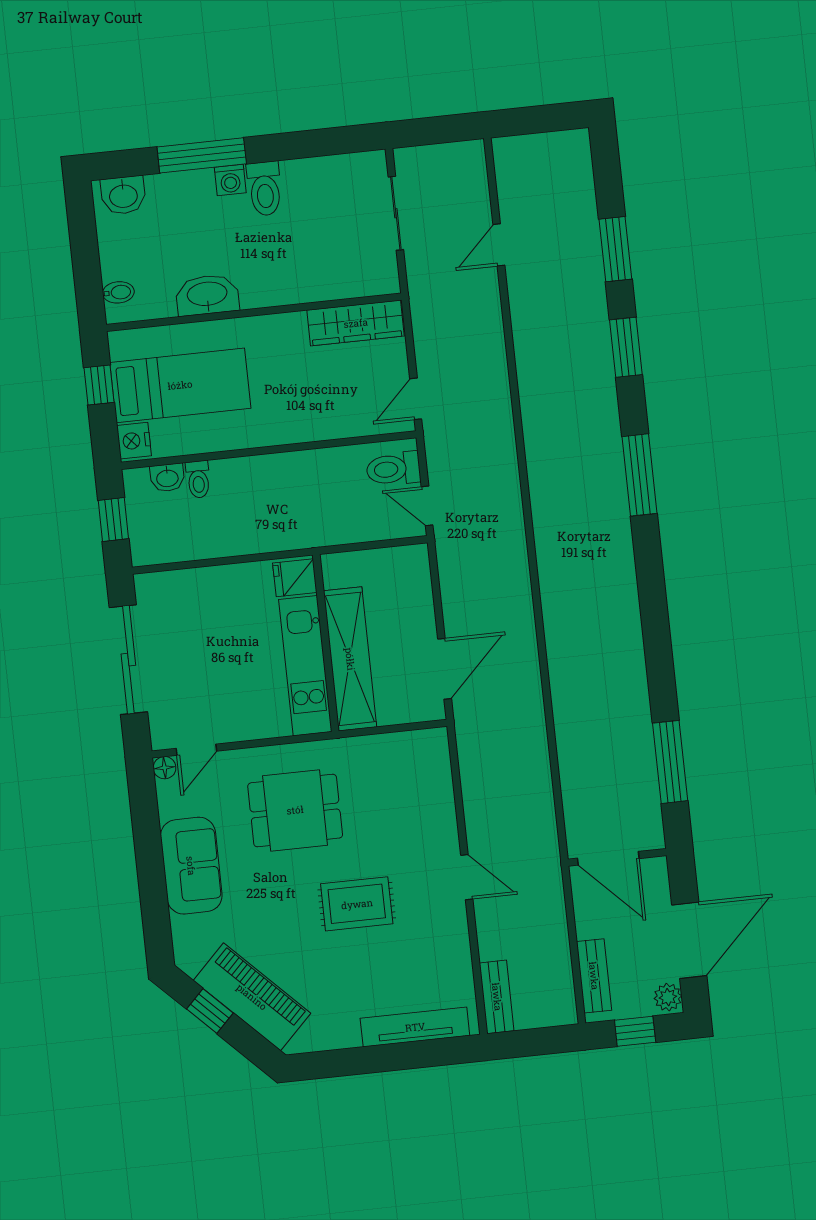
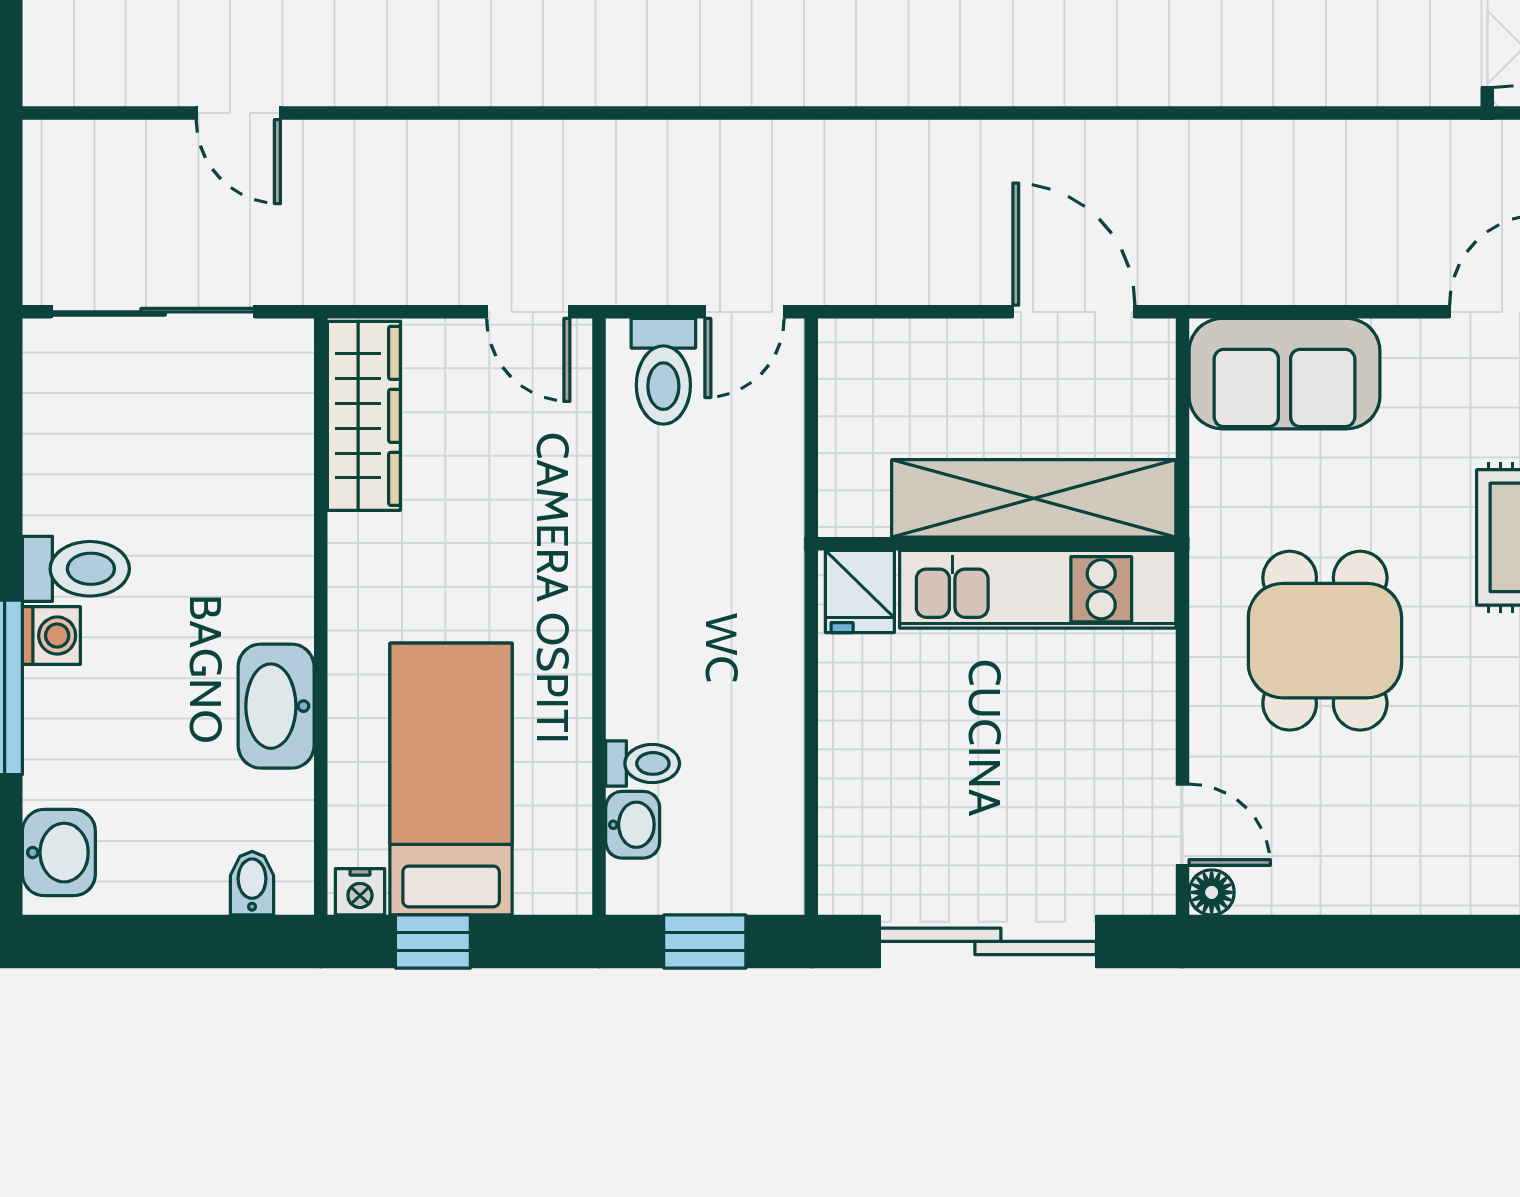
sliding door: (396, 213) -> (153, 312), width x1.37
nightstand: (134, 441) -> (360, 892), moved, width x0.72, depth x0.74
sofa: (191, 866) -> (1285, 374), moved, turned 180

